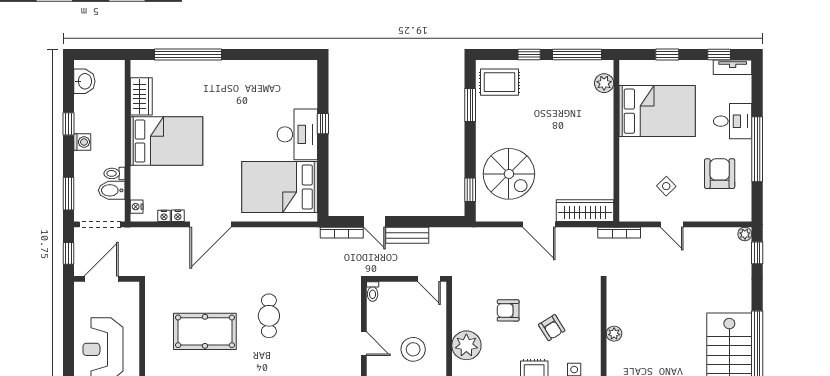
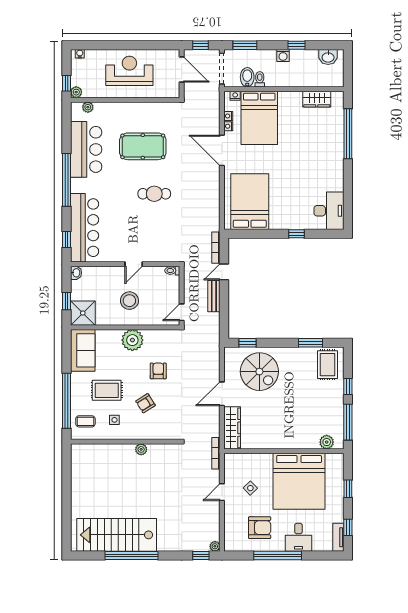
bed: (657, 111) -> (299, 481), width x1.36
desk: (297, 134) -> (329, 211), moved, turned -90
bed: (166, 141) -> (259, 118), moved
spiral stairs: (509, 174) -> (259, 372), turned -90
pool table: (205, 331) -> (143, 146), turned 90

